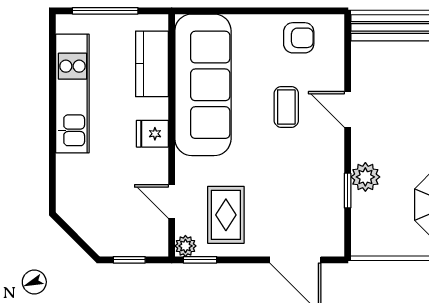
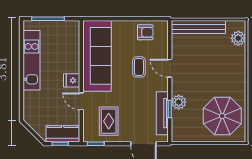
kitchen counter: (152, 64) -> (63, 134), moved, turned 90
tv unit: (333, 199) -> (162, 113), added
door: (172, 202) -> (81, 101), moved
plant: (185, 246) -> (88, 137), removed

